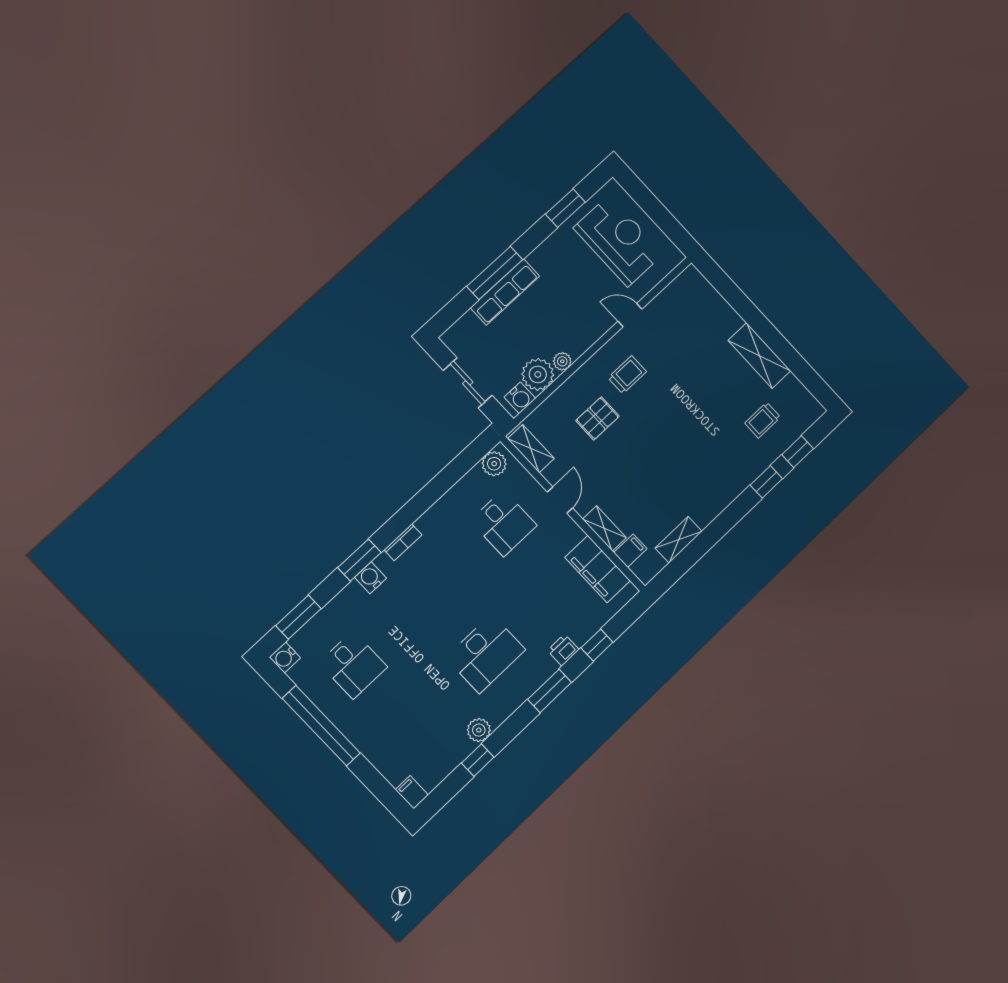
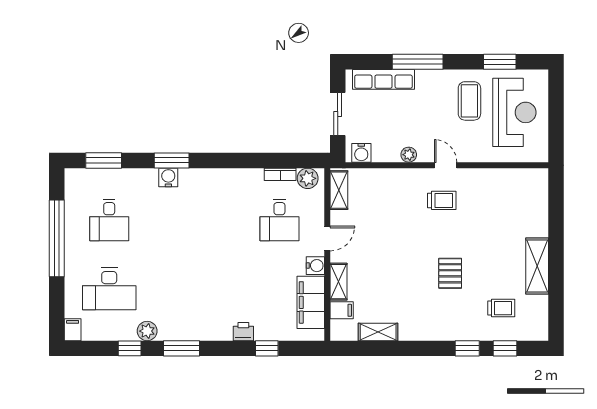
coffee table: (571, 266) -> (469, 101), added
row of seats: (505, 292) -> (383, 79), moved
door: (630, 315) -> (446, 165), moved
plant: (538, 374) -> (386, 149), removed
pallet: (598, 418) -> (450, 273), moved, turned 90
trolley: (763, 420) -> (501, 308), turned 180
bookcase: (403, 542) -> (280, 174), moved
desk: (486, 654) -> (109, 289), moved
water cooler: (285, 657) -> (315, 266), moved, turned 180
window: (550, 691) -> (182, 348), moved

